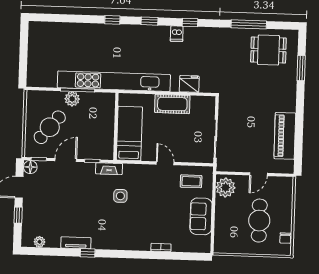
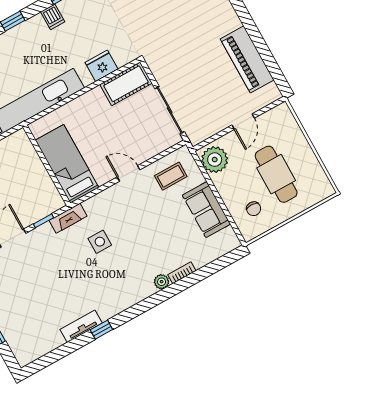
cot: (172, 104) -> (126, 84), moved
chair: (285, 238) -> (254, 209), moved
plant: (39, 242) -> (162, 282), moved

